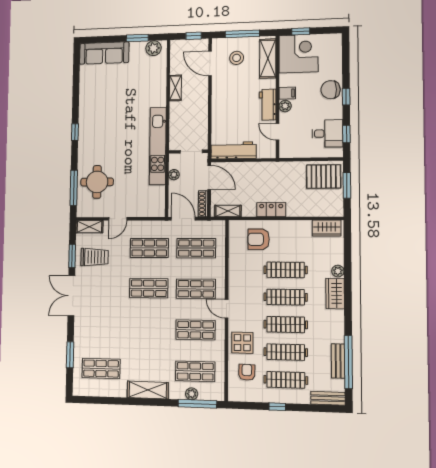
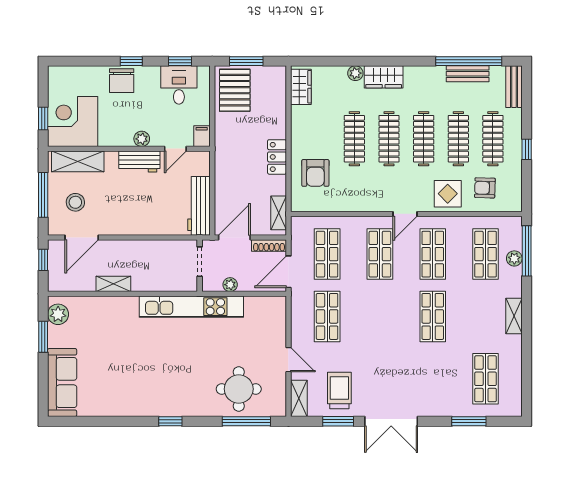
filing cabinet: (287, 93) -> (202, 136), moved
shop shelf: (149, 288) -> (433, 316), moved
shelving: (148, 390) -> (514, 316), width x0.67, depth x0.75

